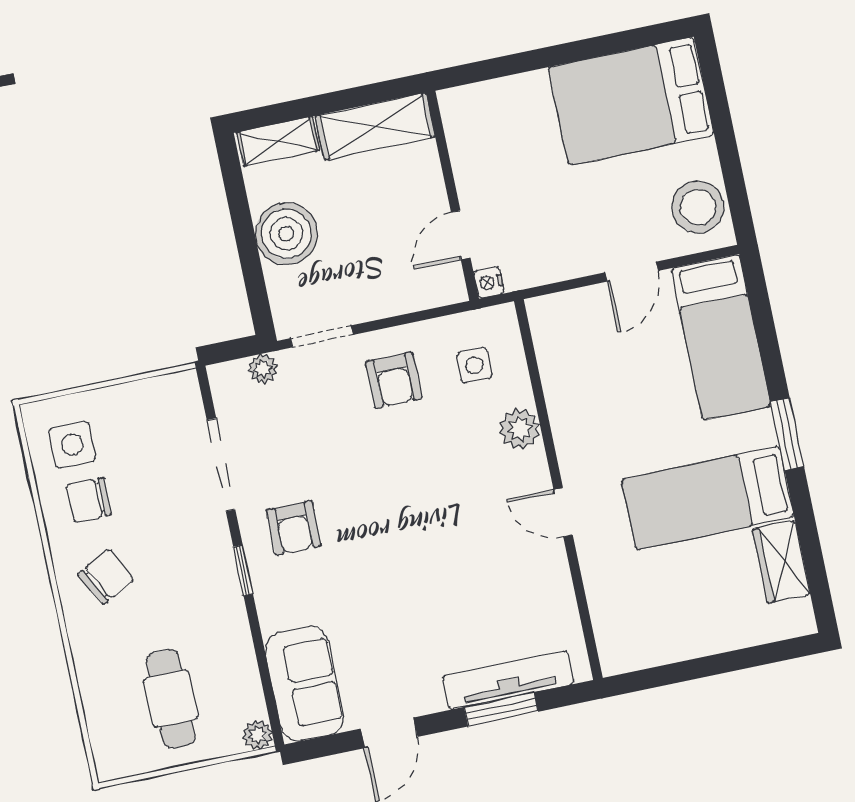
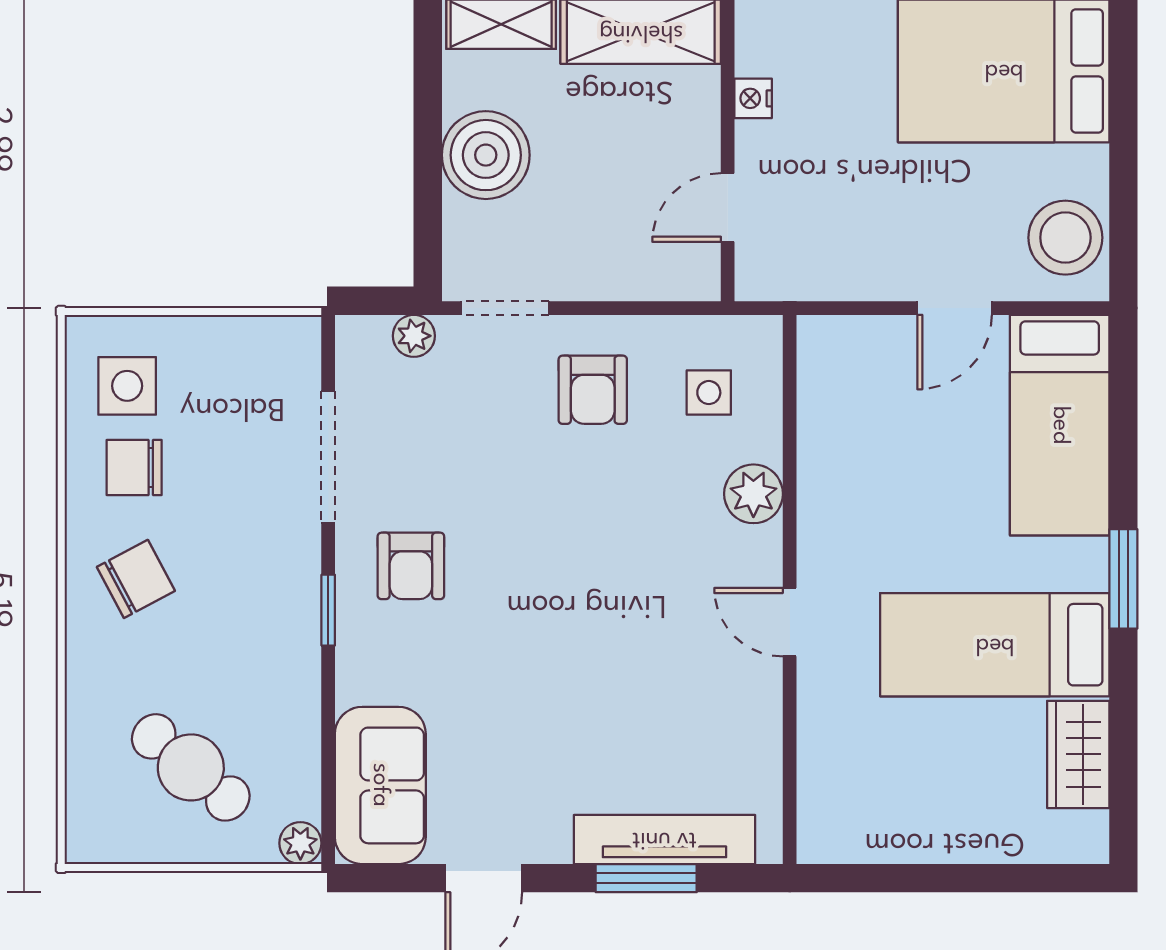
nightstand: (489, 282) -> (753, 98), moved
cafe table: (171, 699) -> (191, 767), turned -50

